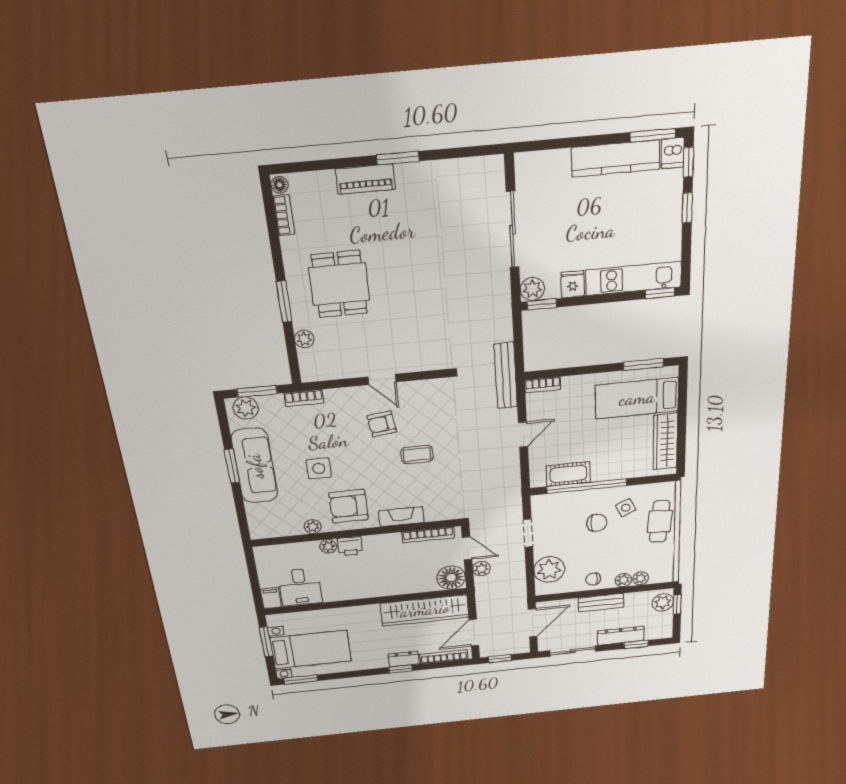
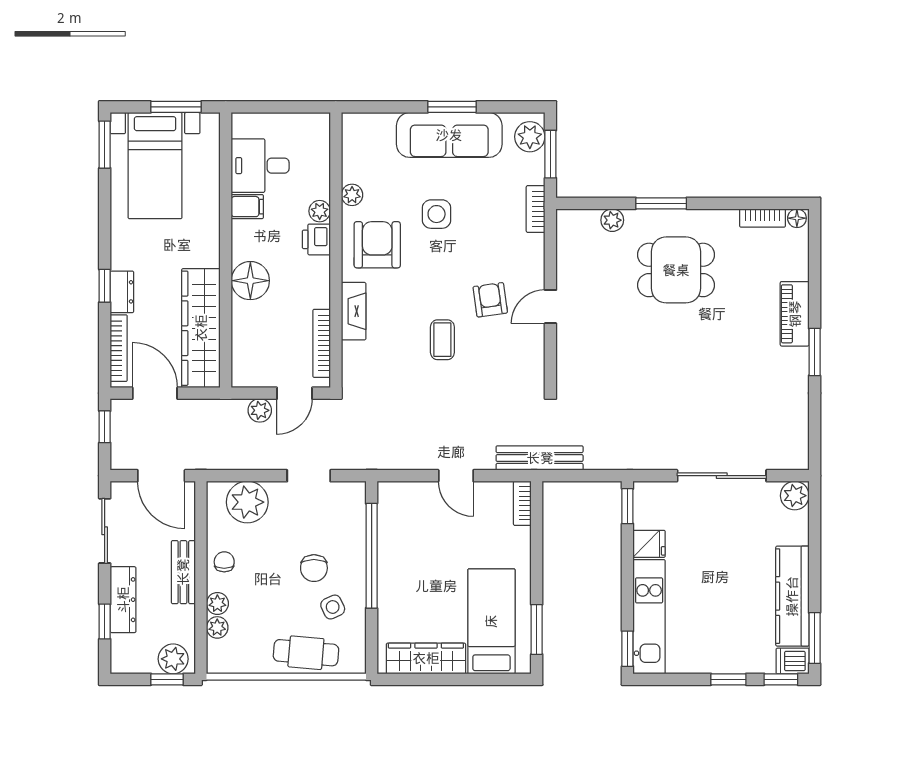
plant: (532, 289) -> (795, 496), moved
cot: (568, 474) -> (392, 532), removed
floor lamp: (451, 578) -> (250, 281), moved
filing cabinet: (271, 598) -> (247, 207), moved

